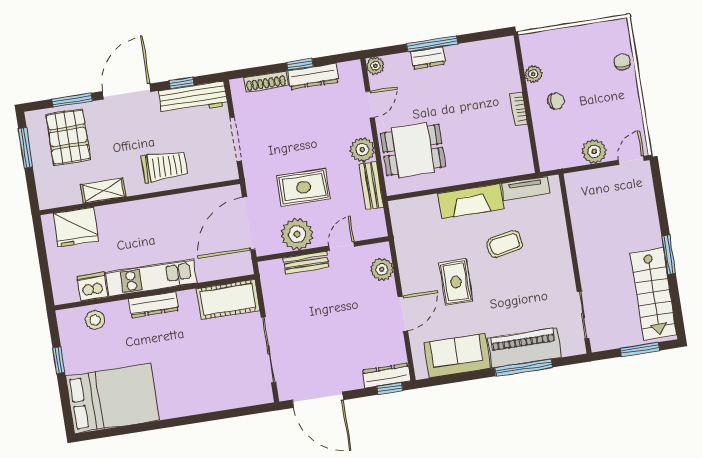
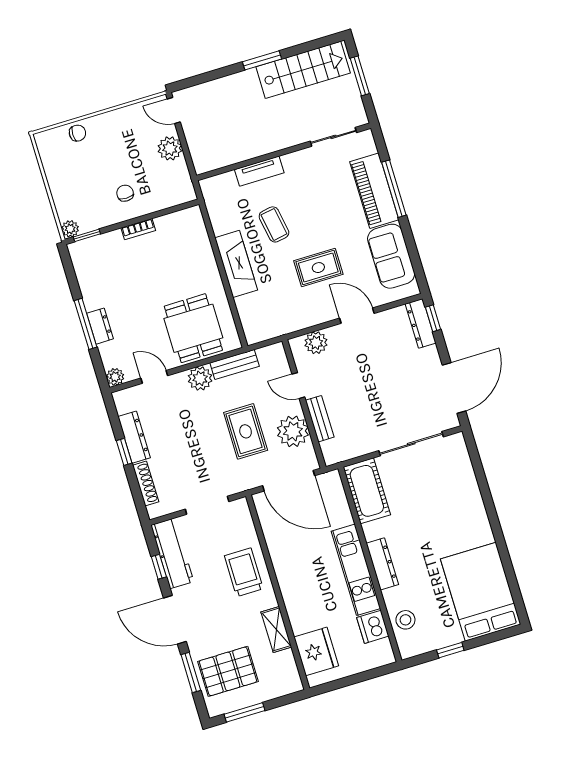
window: (519, 57) -> (87, 235), added
chair: (622, 62) -> (77, 133), turned 180
plant: (533, 74) -> (70, 229), moved
tv unit: (526, 188) -> (259, 171), moved, turned 90

